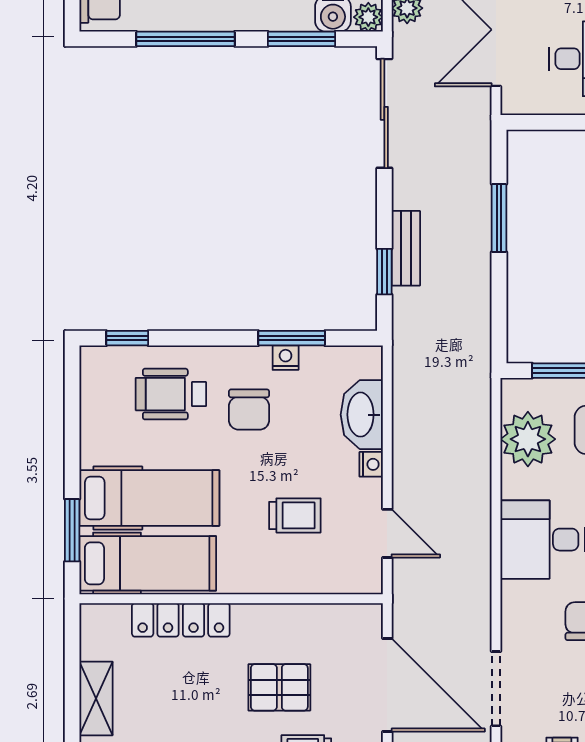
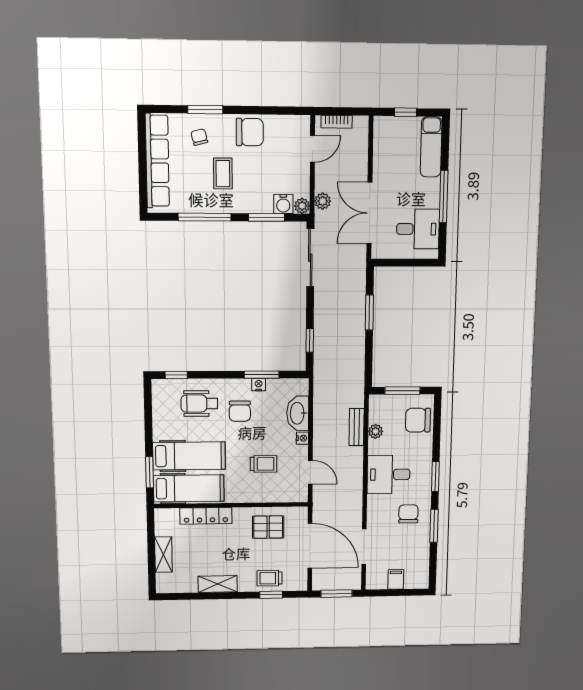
bench: (406, 248) -> (357, 427), moved
plant: (528, 439) -> (375, 431), width x0.53, depth x0.53
pallet: (279, 687) -> (268, 527), moved

